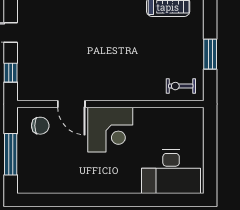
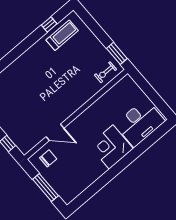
window: (210, 54) -> (117, 53), moved
corner desk: (110, 130) -> (111, 147), moved, turned 180

